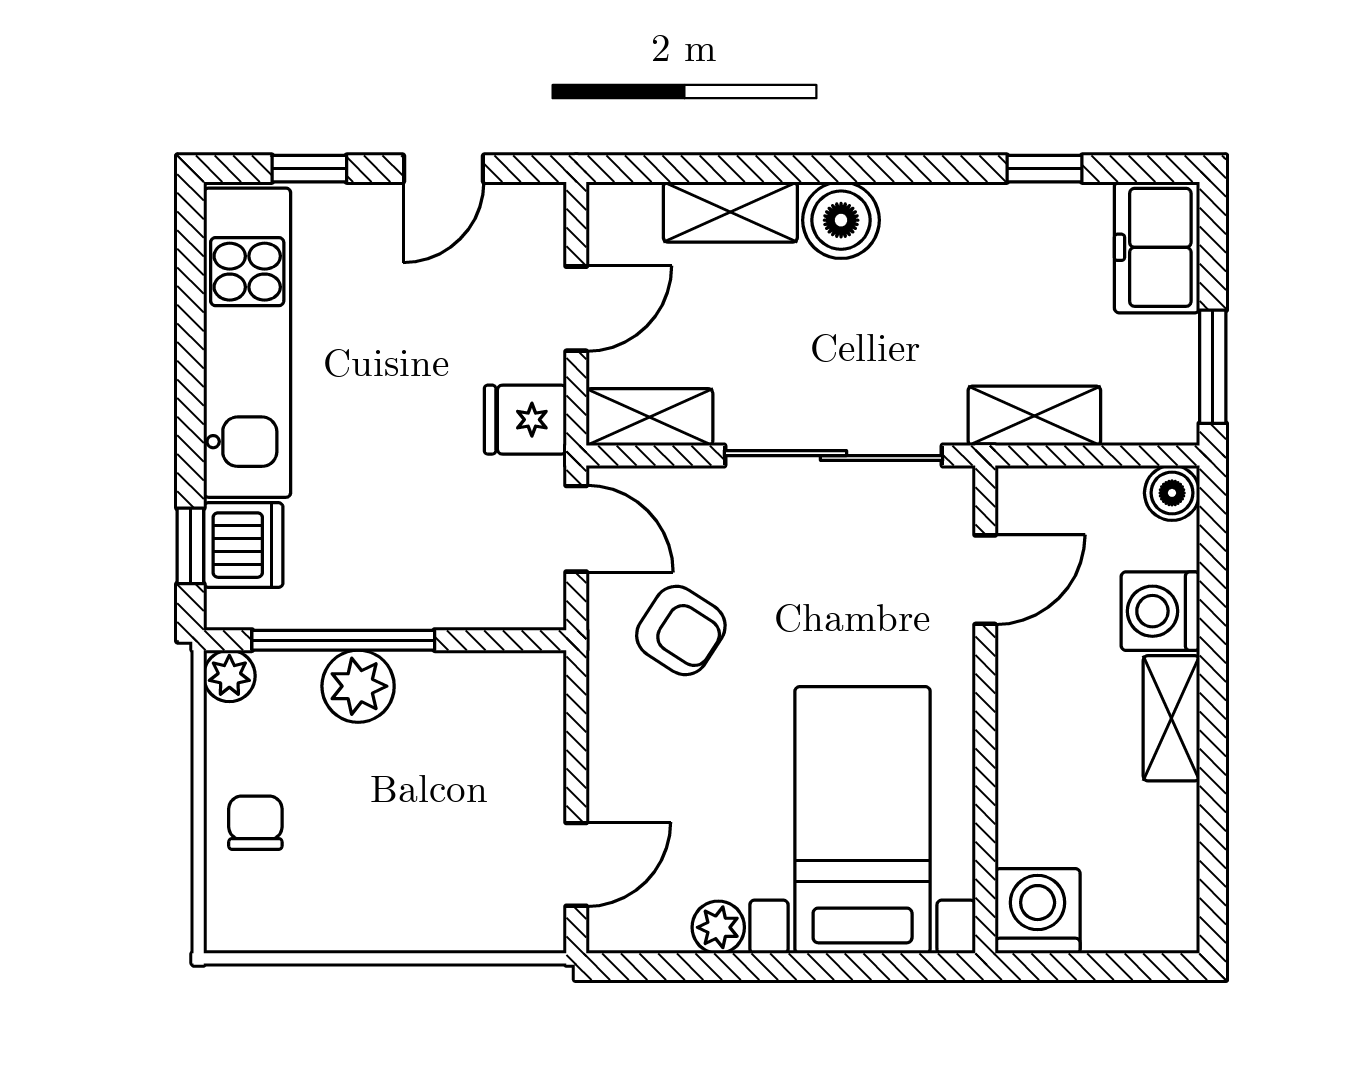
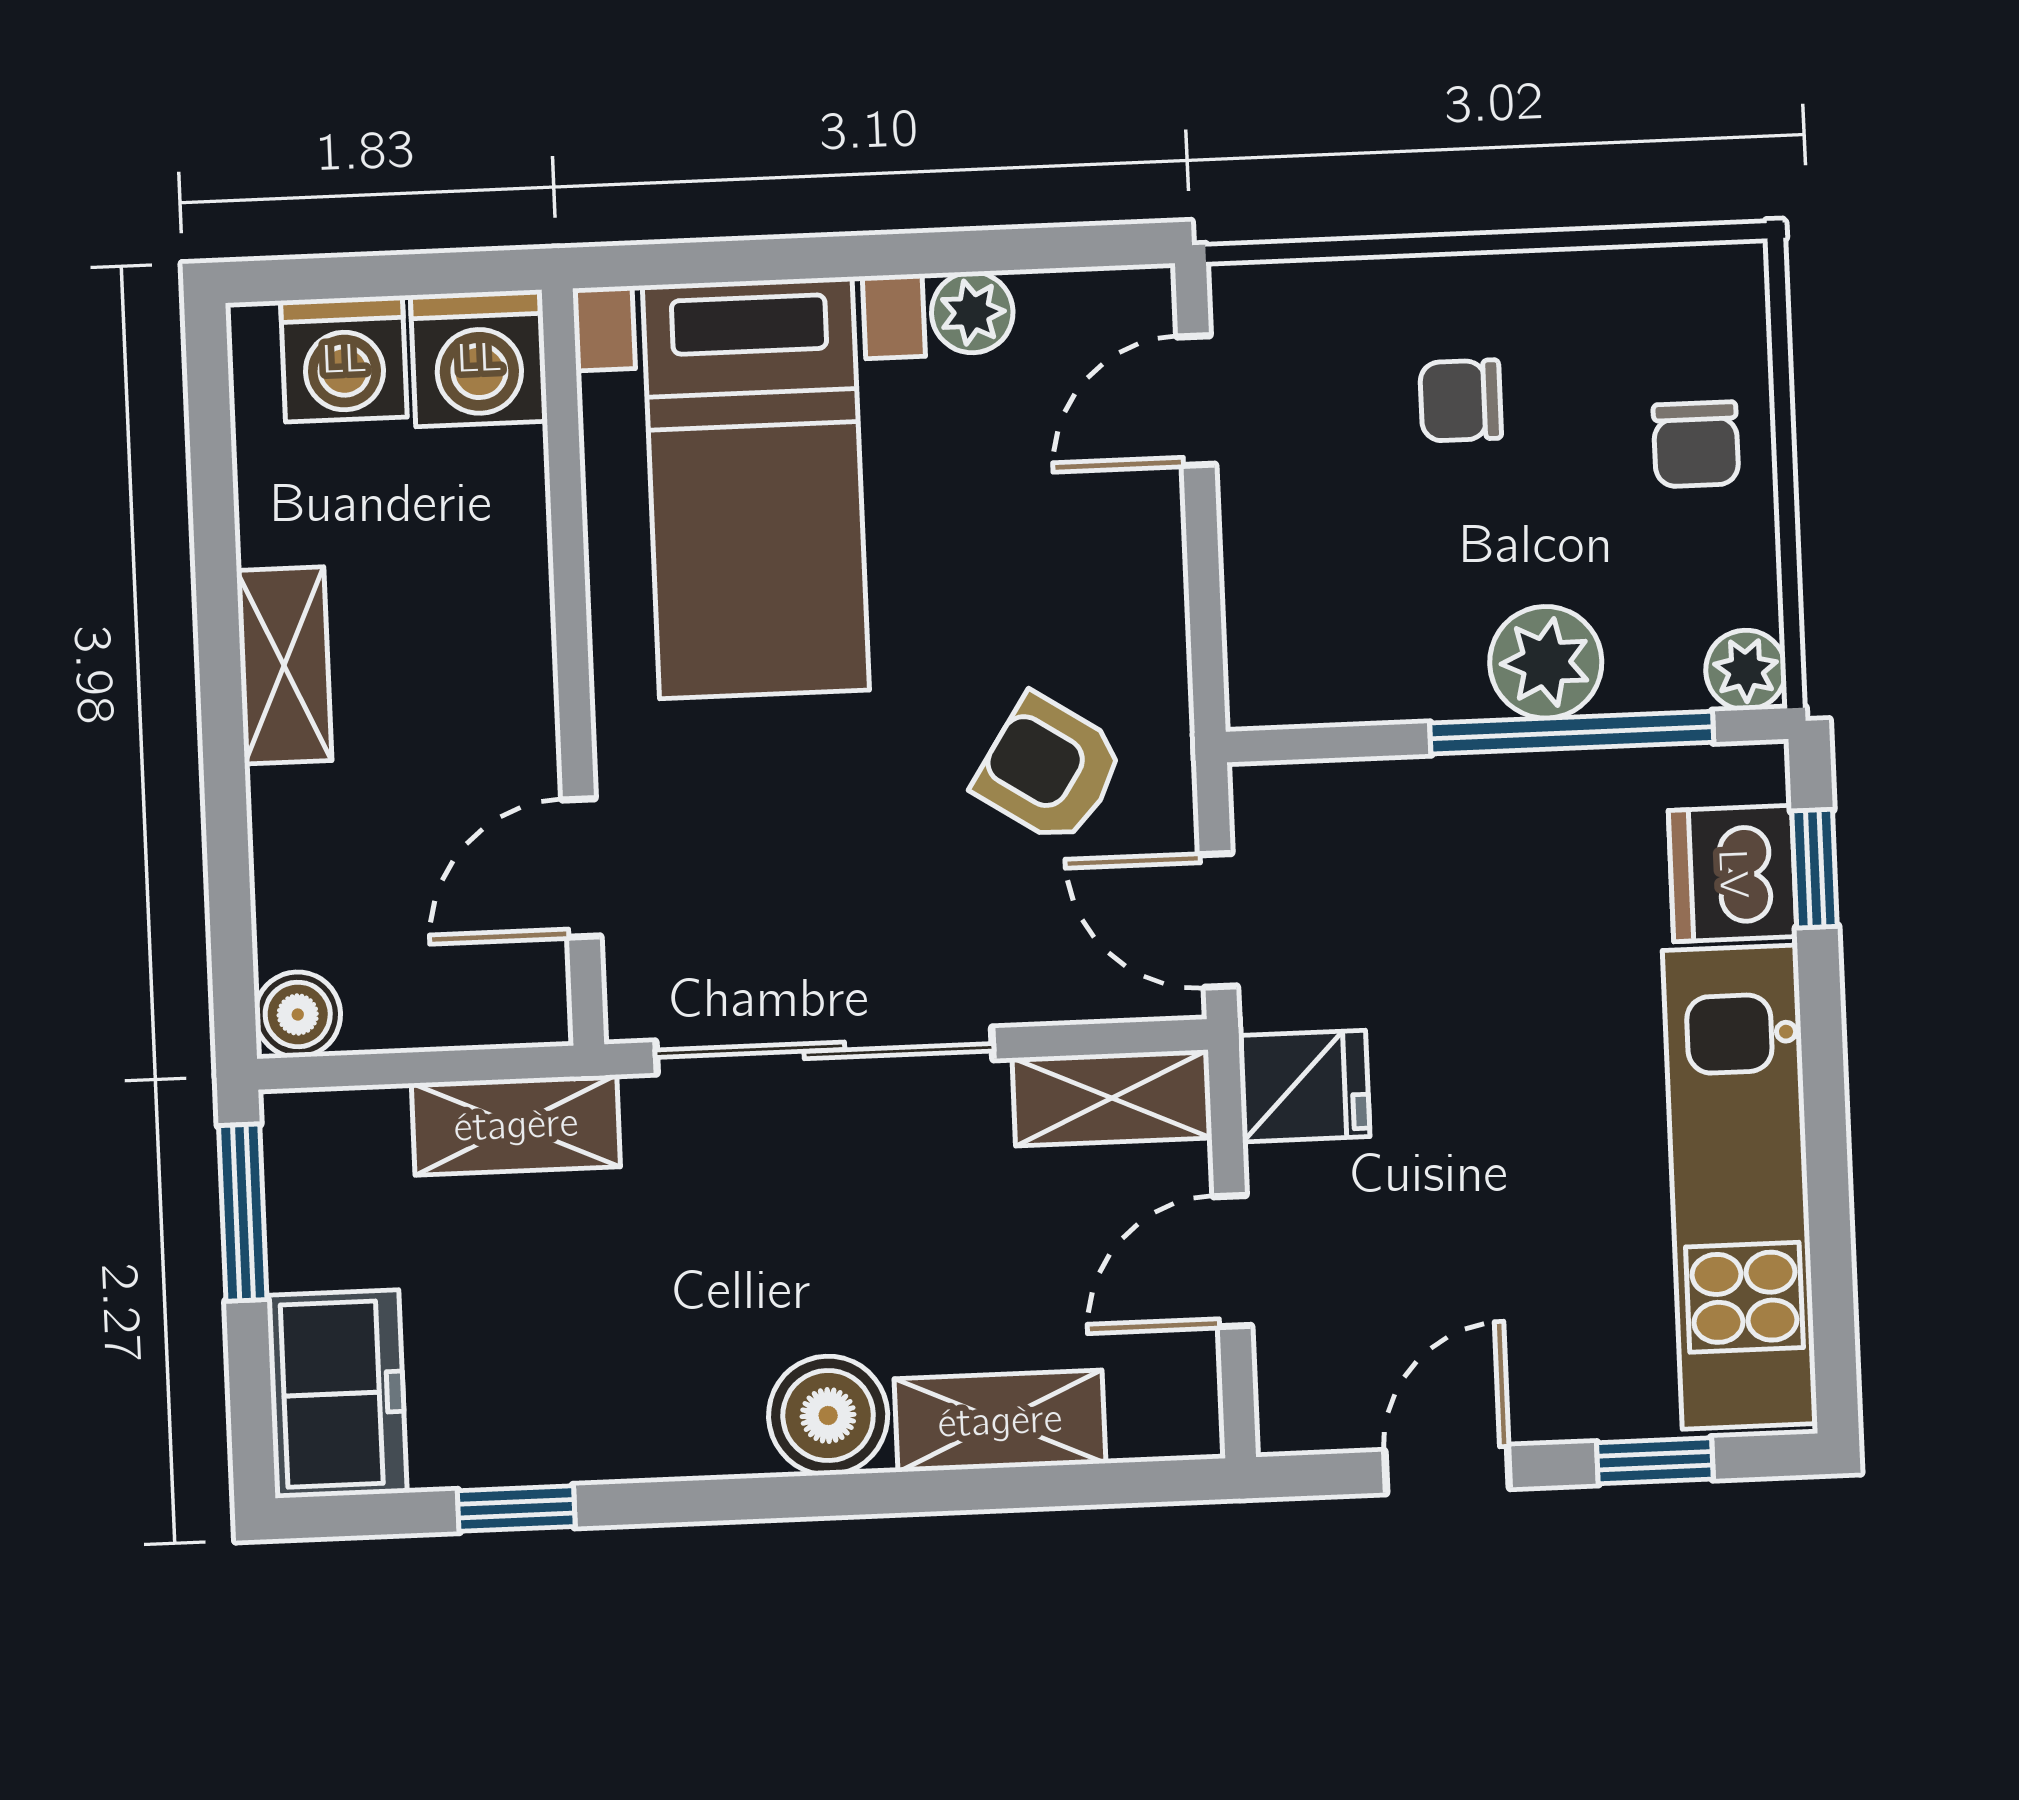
washing machine: (1160, 611) -> (344, 359), moved, turned 90
chair: (406, 857) -> (1461, 400), added

